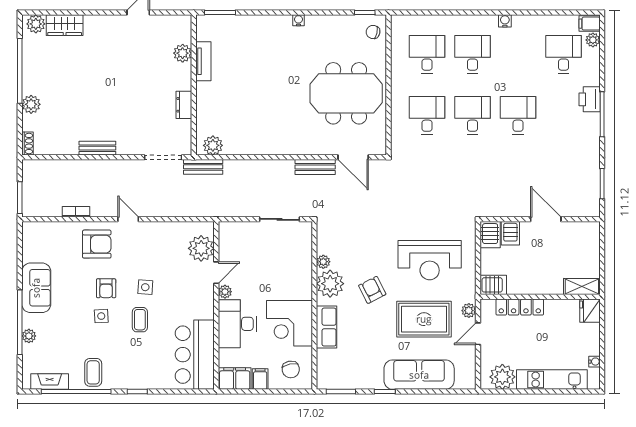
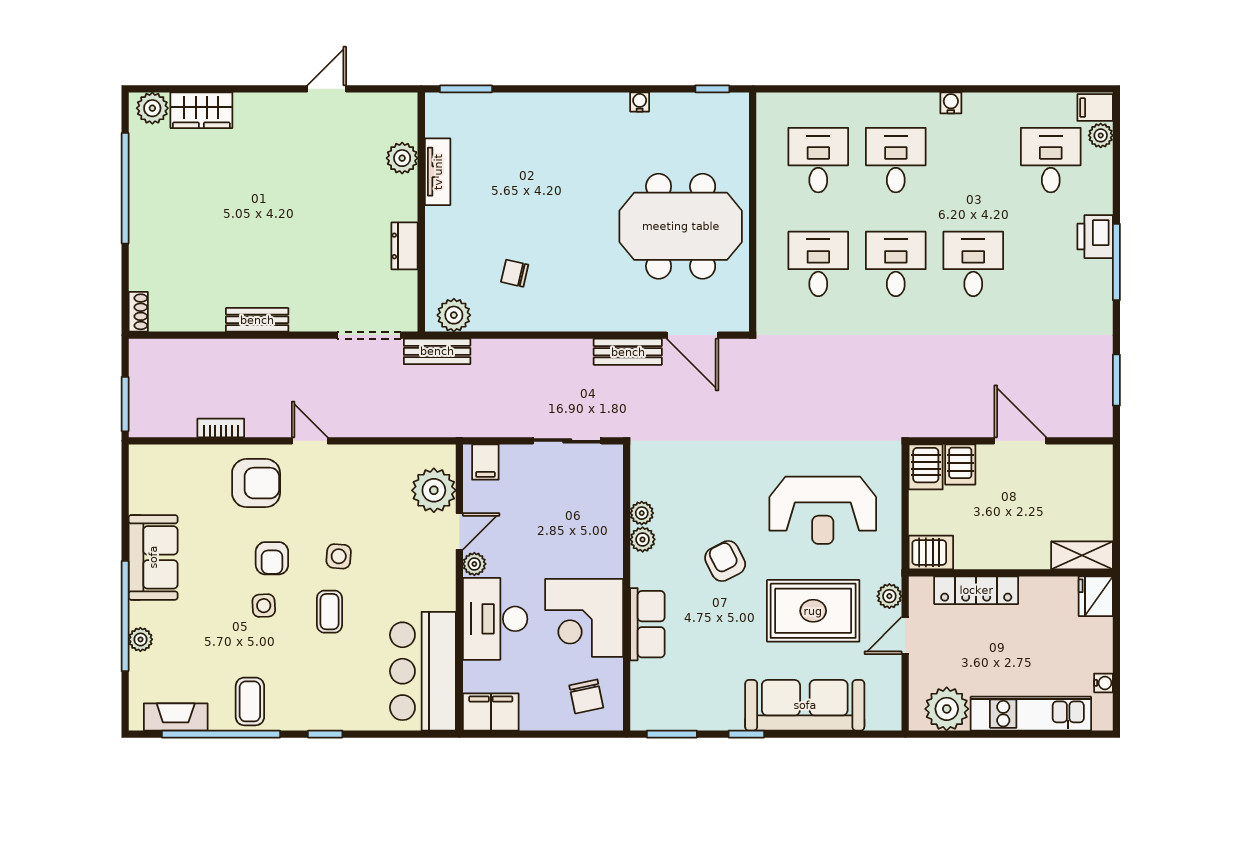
water cooler: (298, 20) -> (640, 102), moved
chair: (373, 32) -> (515, 273), moved
plant: (31, 104) -> (144, 245), removed
plant: (330, 284) -> (643, 539), width x0.53, depth x0.53
filing cabinet: (260, 379) -> (485, 462), moved, turned 180

